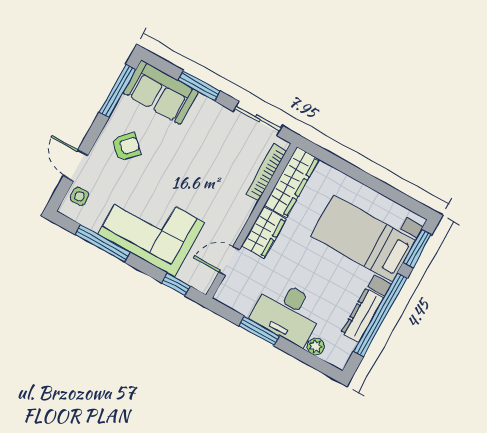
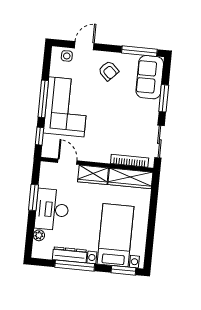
window: (103, 243) -> (43, 99), moved
window: (381, 315) -> (75, 266), width x0.68

